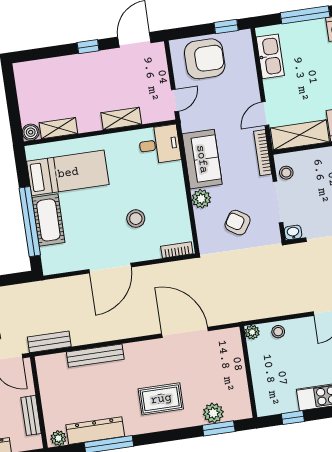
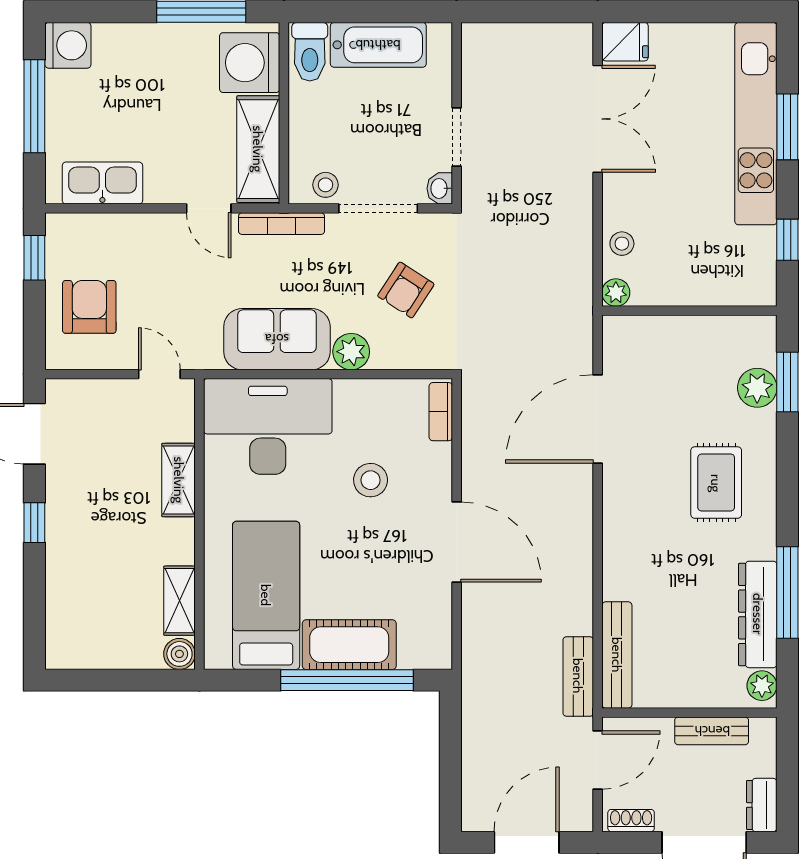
armchair: (205, 59) -> (89, 307), width x0.73, depth x0.73
desk: (159, 145) -> (268, 426), width x1.87, depth x1.30
bench: (95, 356) -> (617, 655), moved

